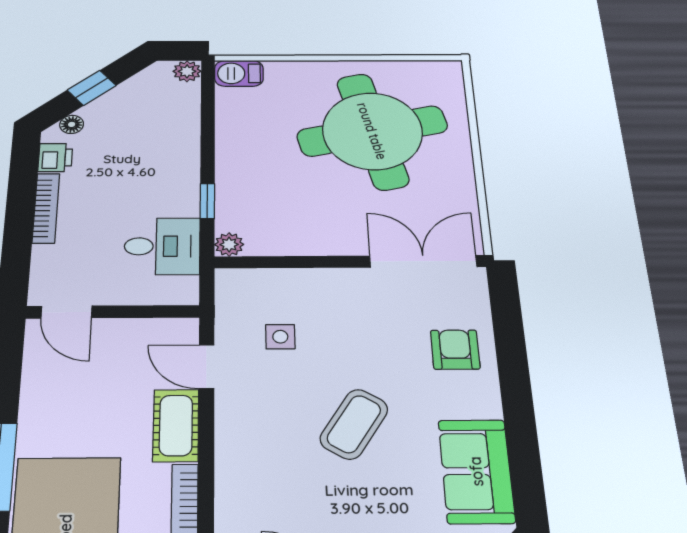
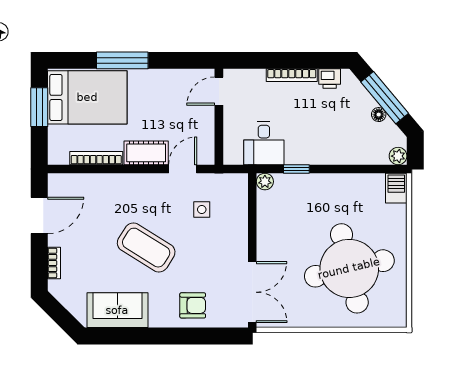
window: (92, 88) -> (385, 98), width x2.17
floor lamp: (72, 124) -> (379, 115), moved
coffee table: (354, 424) -> (146, 248), width x1.36, depth x1.32

